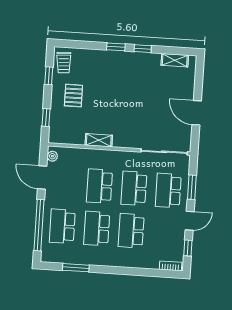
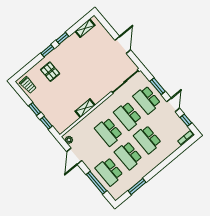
window: (49, 76) -> (35, 109), moved
pallet: (73, 96) -> (50, 72), moved
door: (197, 113) -> (123, 45), swing flipped
door: (42, 178) -> (74, 156), hinge flipped
window: (39, 225) -> (96, 183), width x0.68

